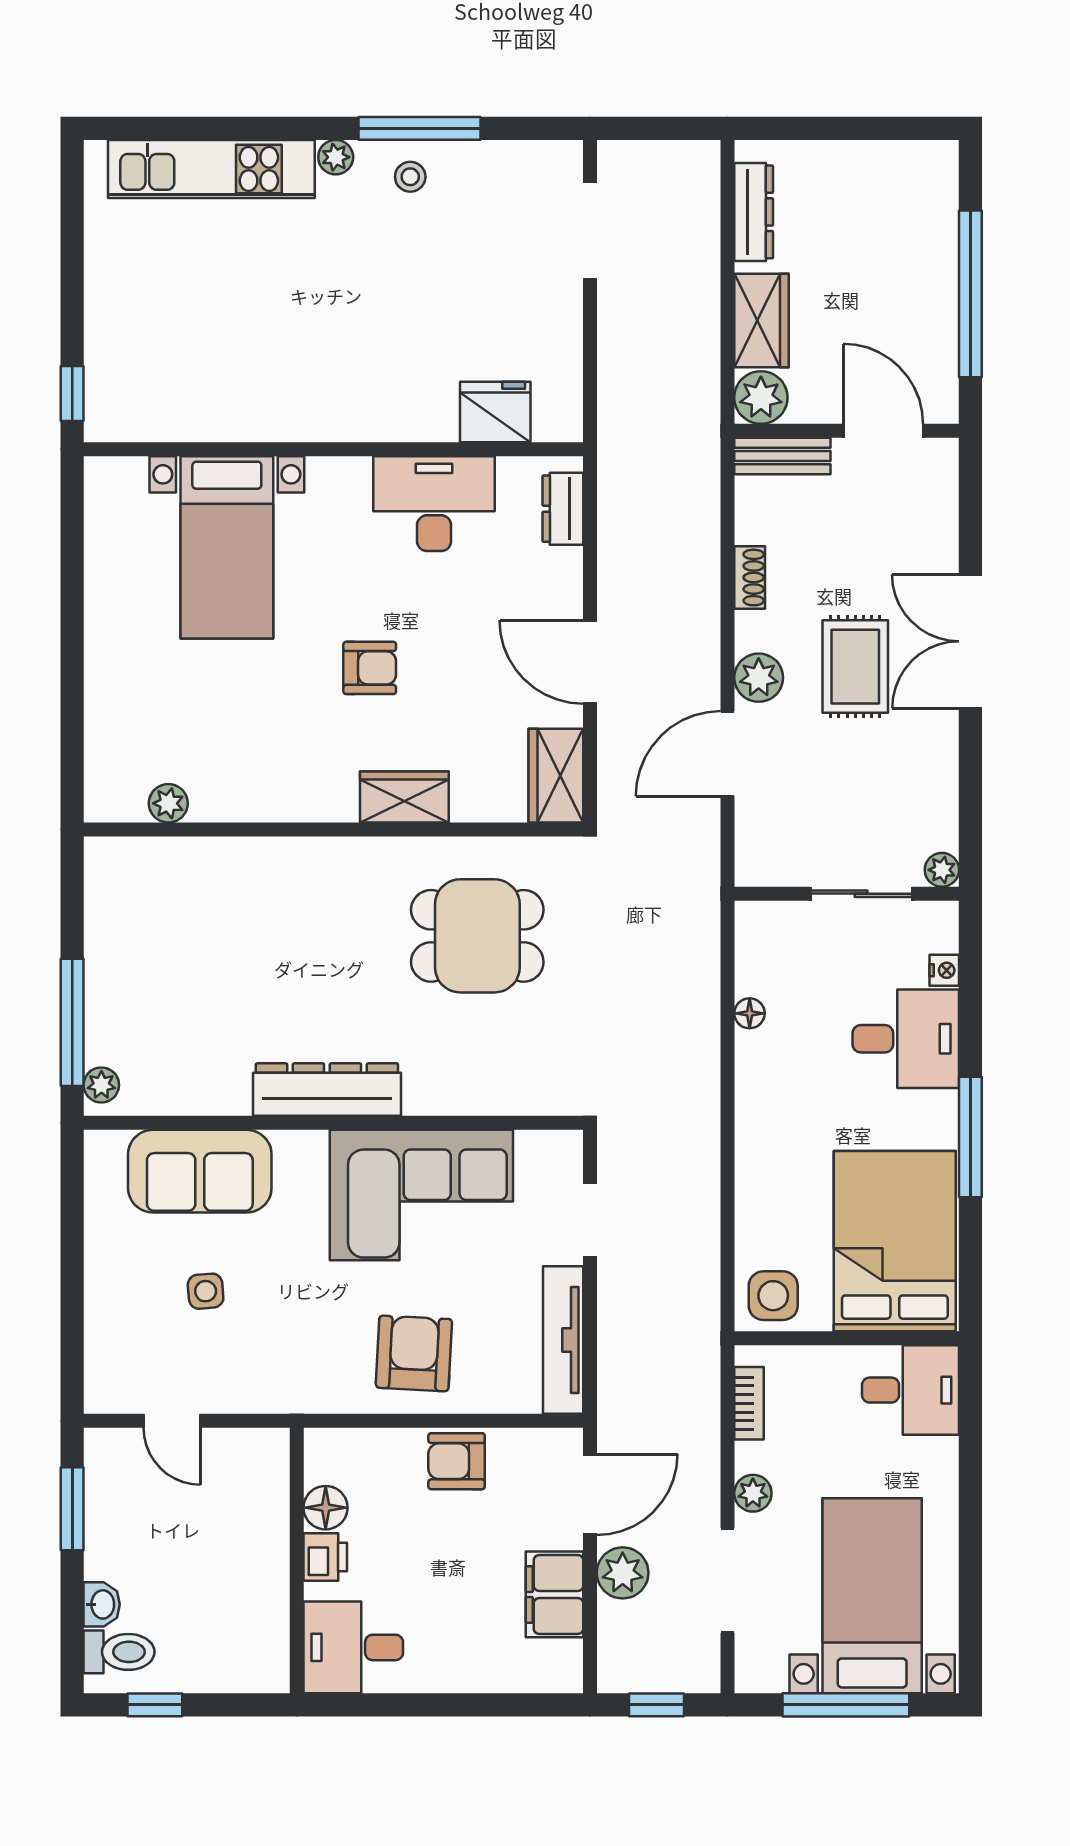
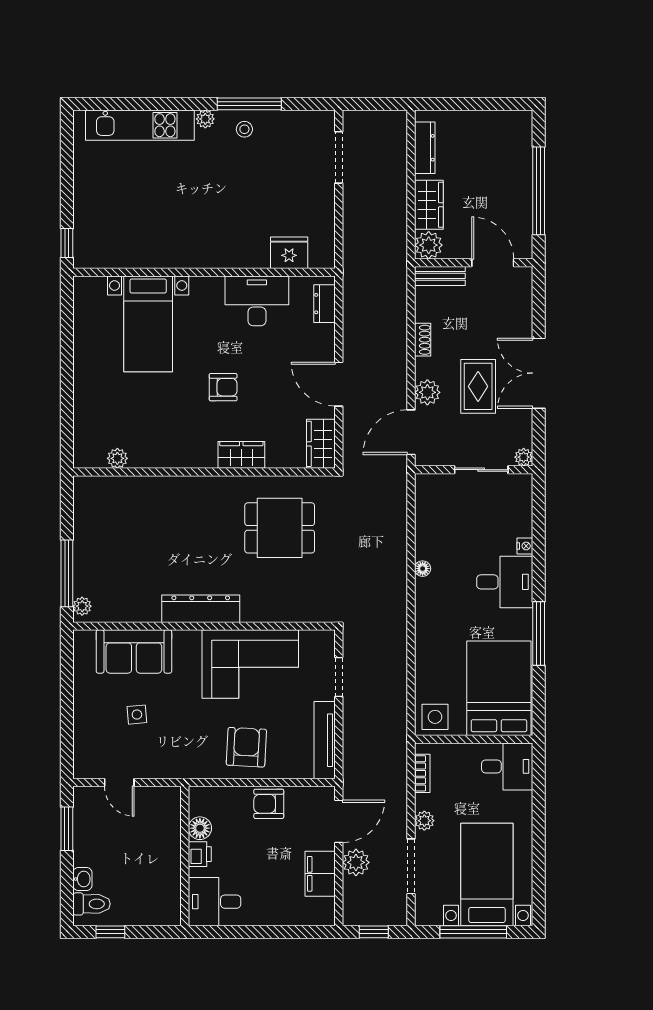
plant: (942, 870) -> (524, 457), moved
wall: (847, 894) -> (474, 470), moved
sliding door: (861, 894) -> (481, 470), moved

